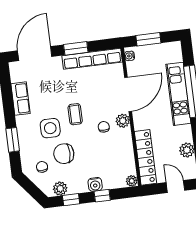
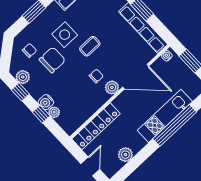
chair: (64, 154) -> (52, 60), turned 90
plant: (132, 181) -> (54, 112), moved

